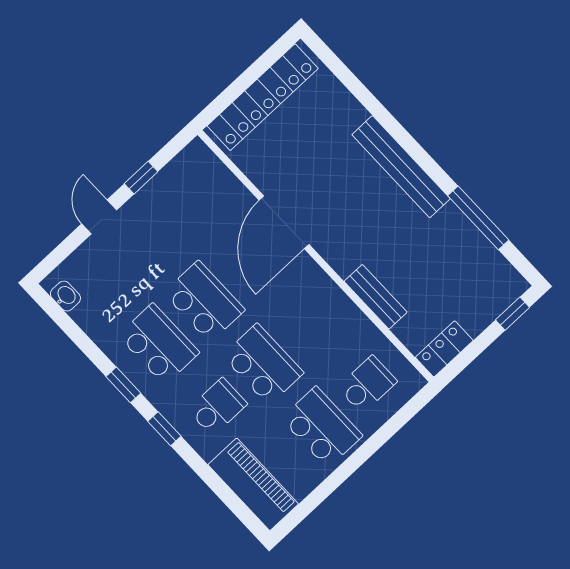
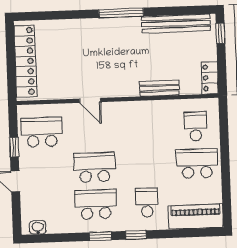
bench: (401, 167) -> (176, 24), moved
window: (478, 218) -> (121, 13), moved
door: (284, 222) -> (90, 100), width x0.53
school desk: (263, 364) -> (42, 132), moved

